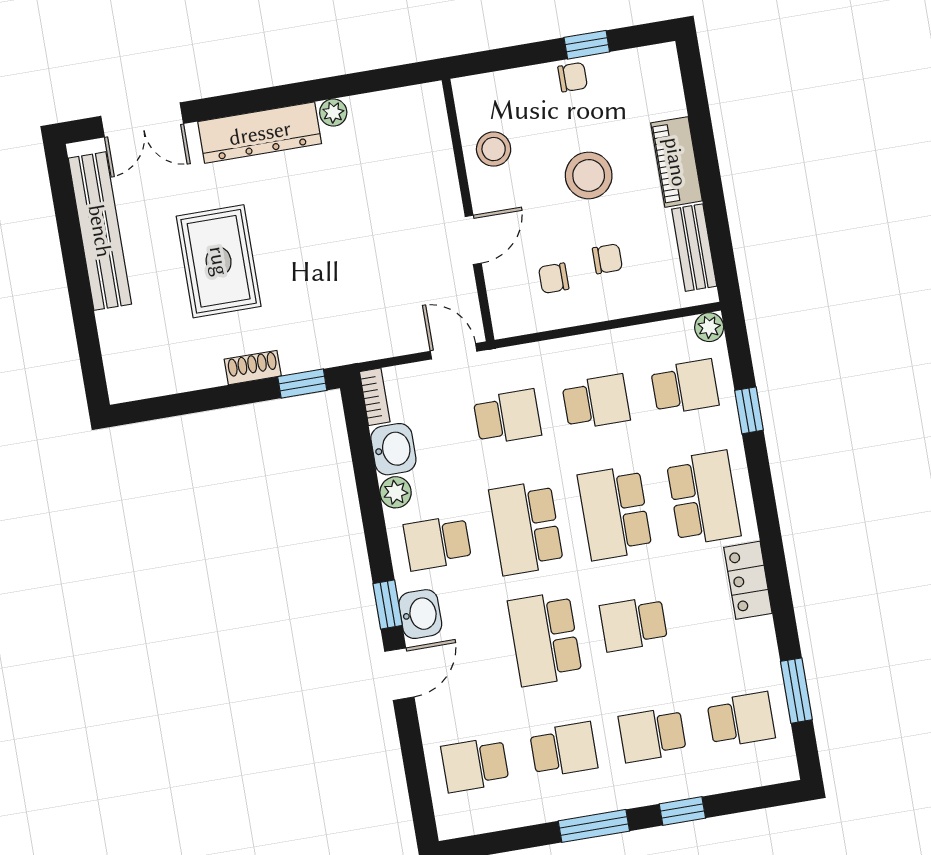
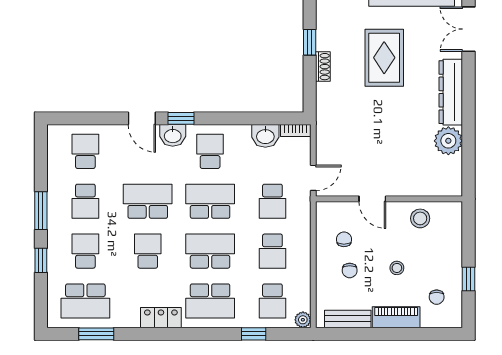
chair: (573, 77) -> (437, 297), moved
plant: (333, 112) -> (448, 141), width x1.88, depth x1.88
stool: (589, 175) -> (397, 268), width x0.53, depth x0.53
rug: (219, 261) -> (384, 58), turned 90
window: (302, 383) -> (310, 42), moved
plant: (396, 492) -> (242, 133), removed
school desk: (741, 720) -> (85, 301), width x1.85

